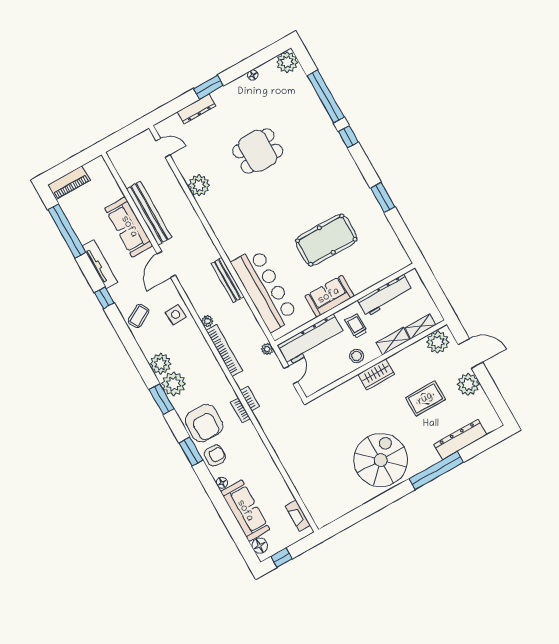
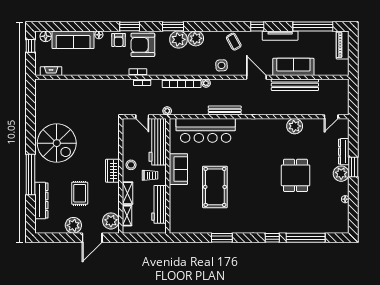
plant: (287, 62) -> (341, 174), moved

